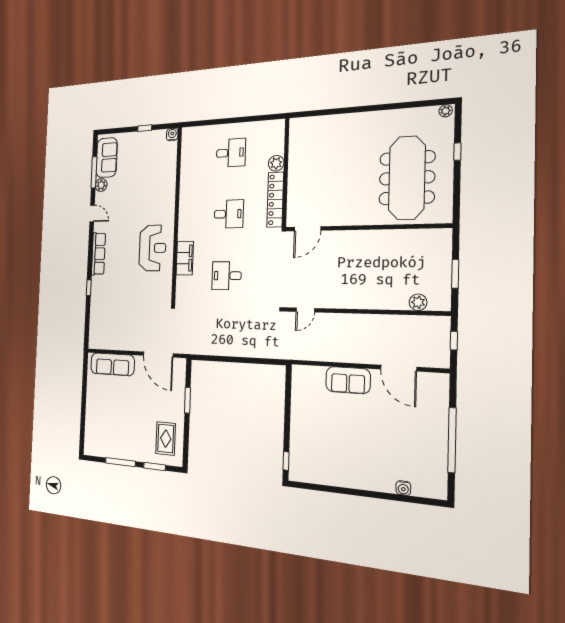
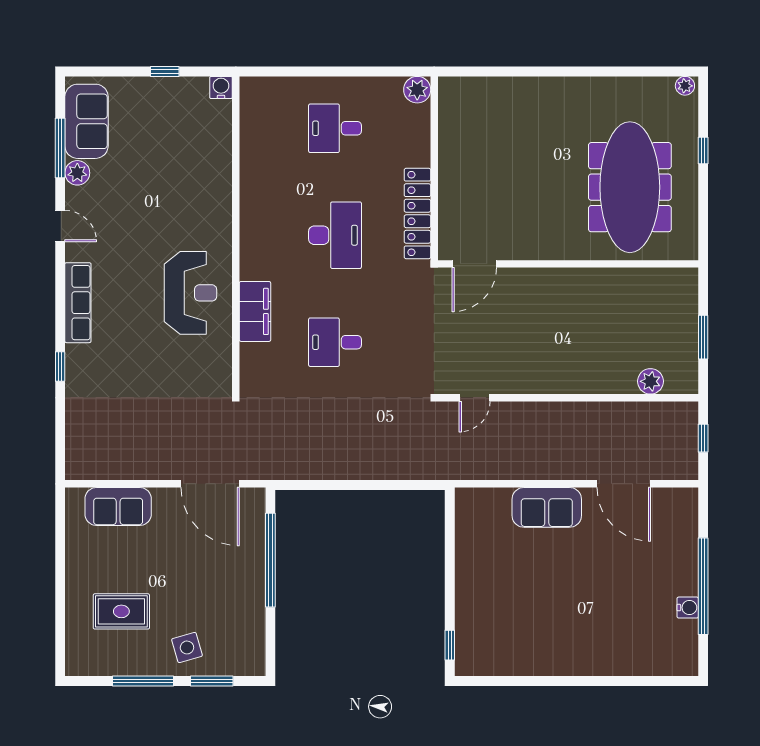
desk: (231, 153) -> (335, 128), turned 180
plant: (276, 163) -> (417, 90), moved
desk: (229, 214) -> (335, 235), width x1.37
sofa: (113, 364) -> (118, 506), width x0.73
window: (187, 400) -> (270, 560), width x2.11
rug: (166, 439) -> (121, 611), moved, turned 90
side table: (143, 446) -> (187, 647), added
water cooler: (403, 488) -> (688, 608), moved, turned -90

